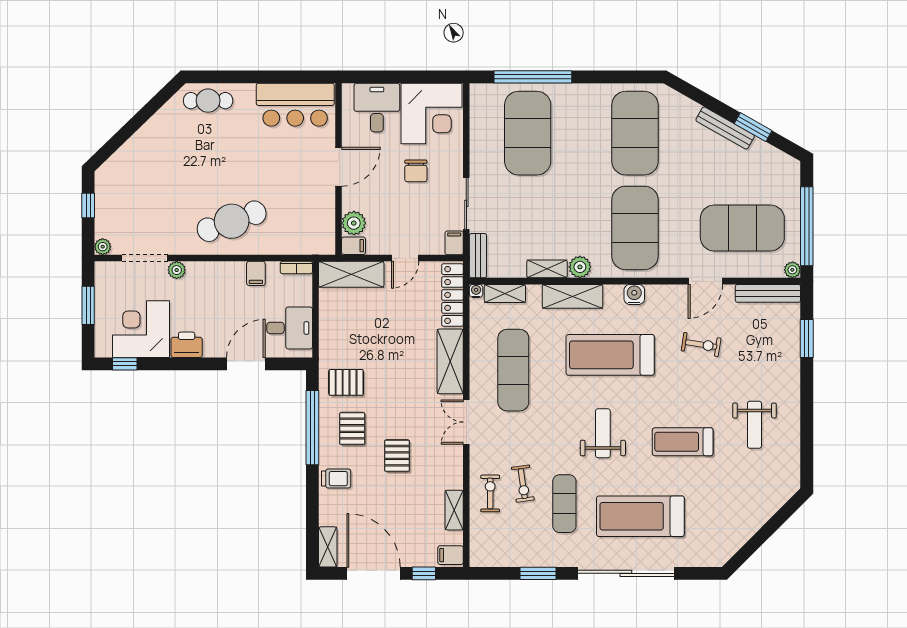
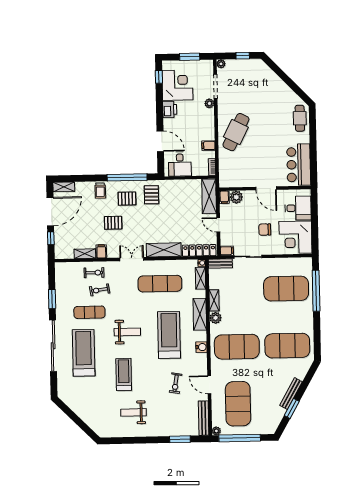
cafe table: (232, 221) -> (236, 132), turned 47
filing cabinet: (451, 555) -> (101, 251), moved

